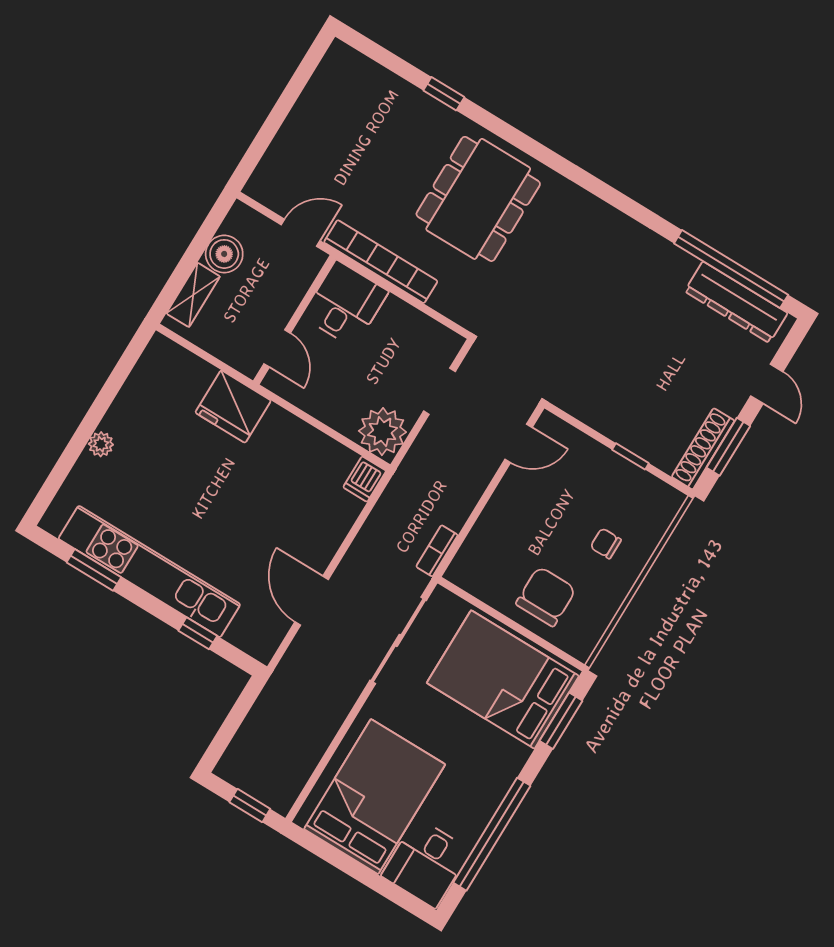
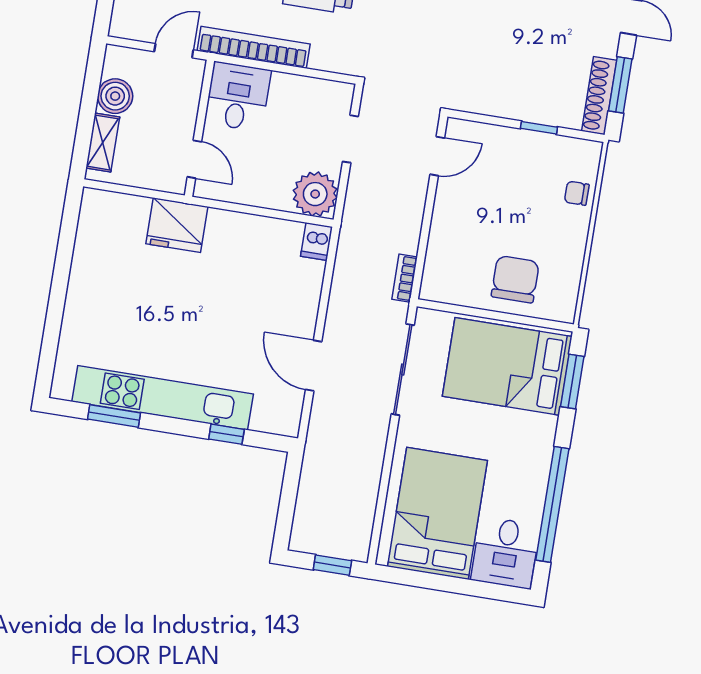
plant: (101, 444) -> (76, 305), removed
chair: (606, 543) -> (577, 193), moved

